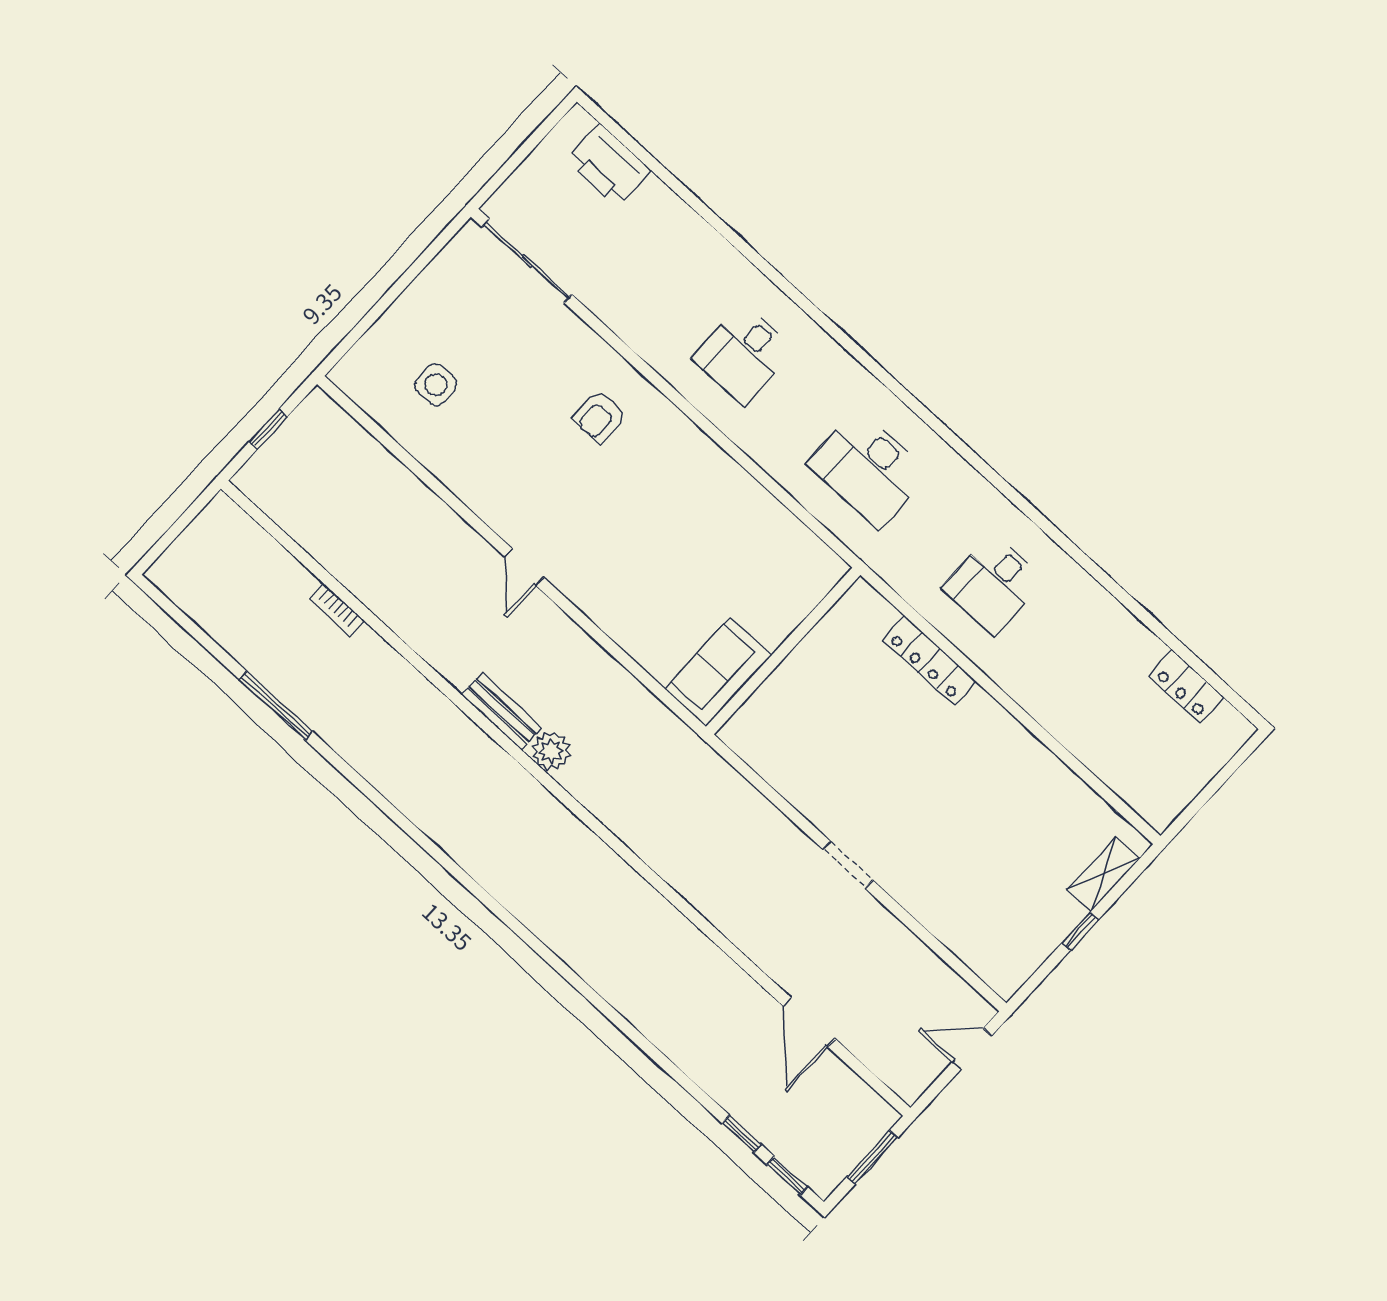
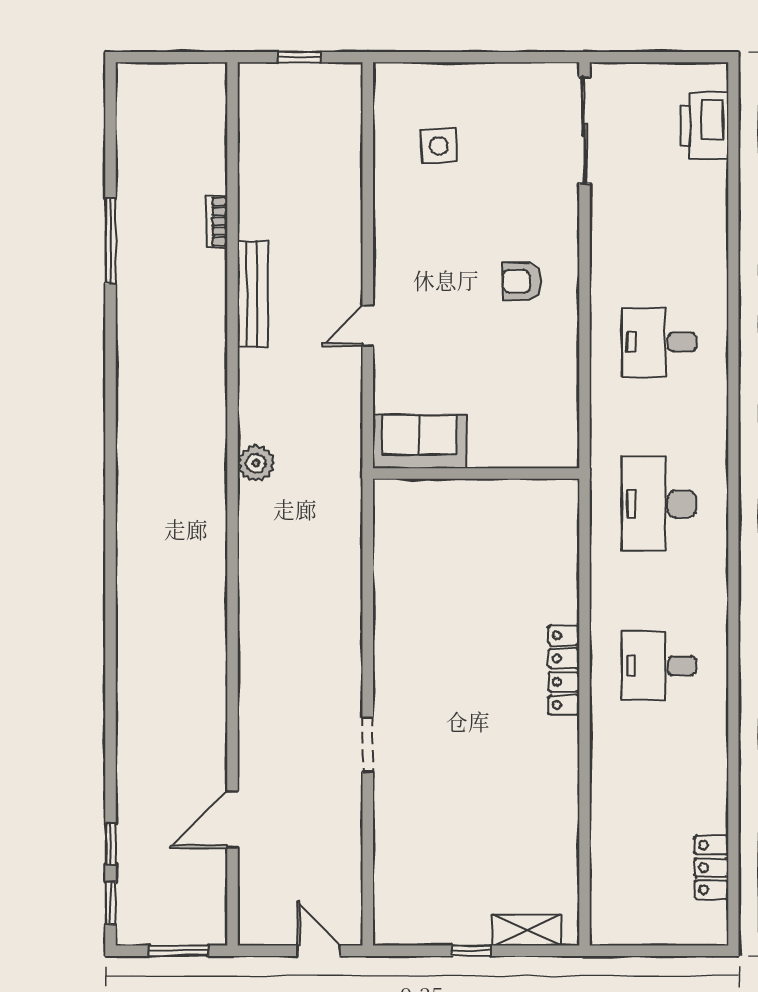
wall: (783, 651) -> (476, 473), moved
sofa: (718, 672) -> (419, 441), moved
bench: (502, 711) -> (252, 295), moved, width x1.36

